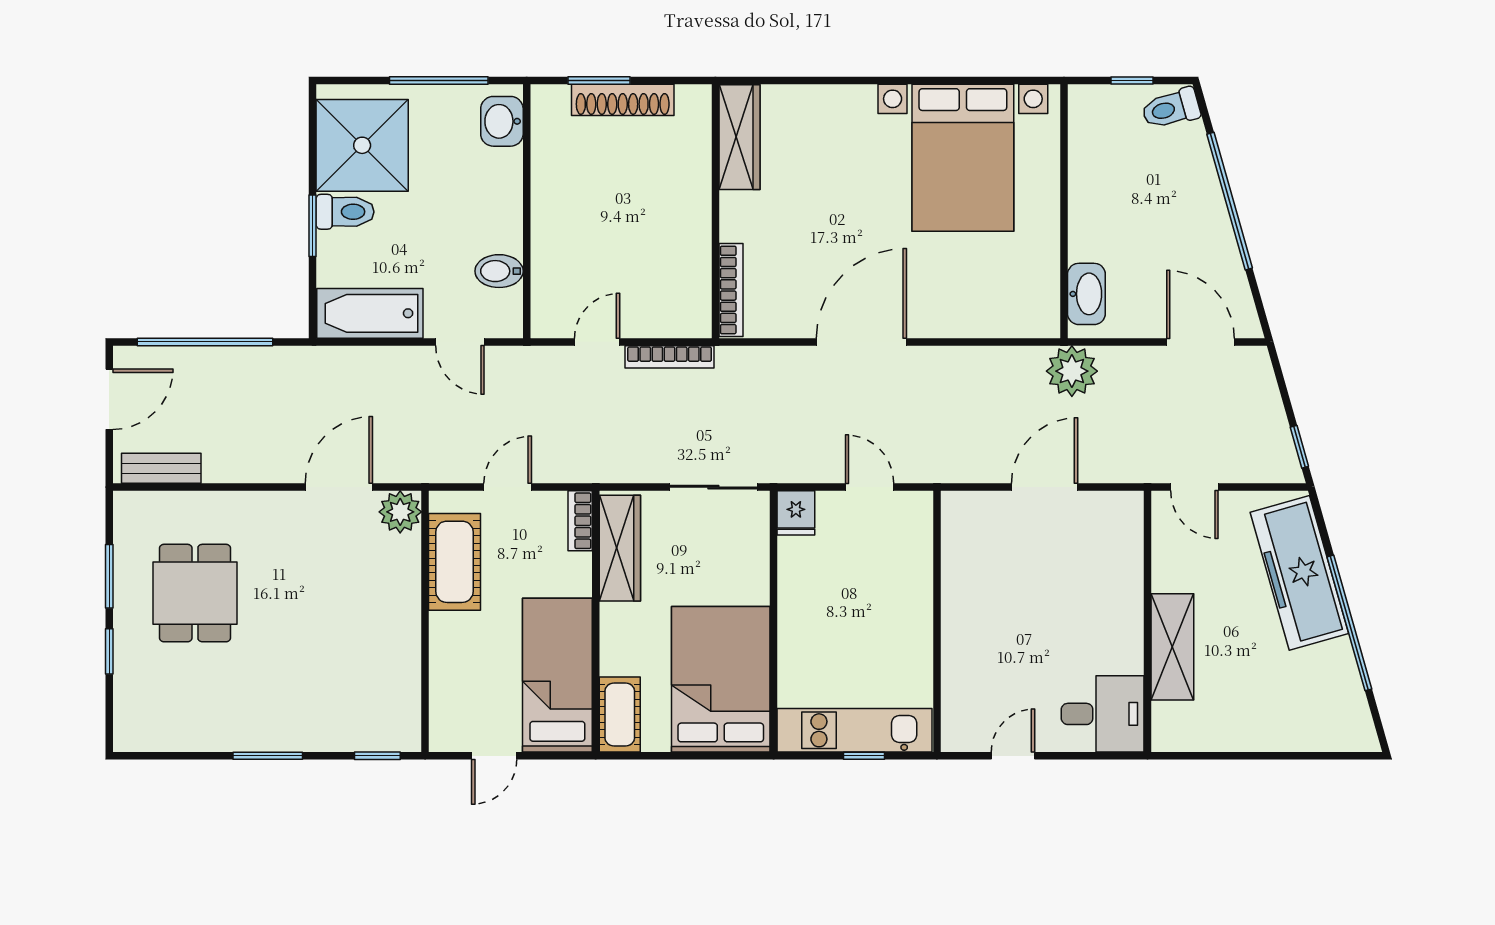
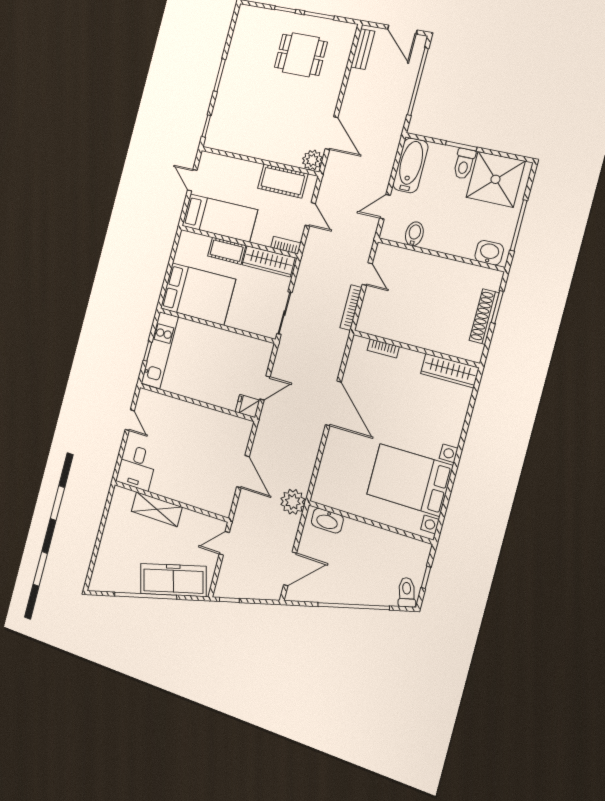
bookcase: (731, 290) -> (383, 348), width x0.64
fridge: (796, 513) -> (248, 406), moved
cot: (620, 715) -> (227, 251), moved

